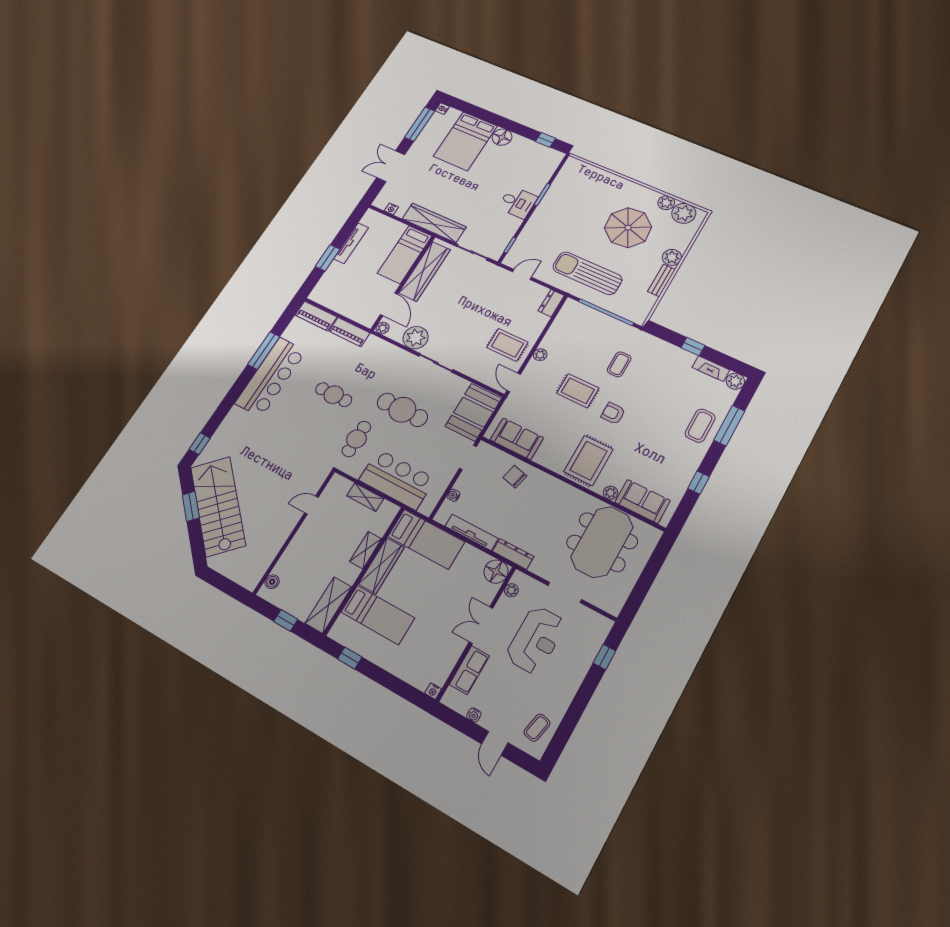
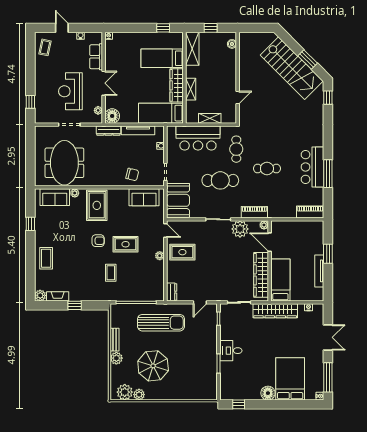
piano: (349, 332) -> (254, 212), moved
bar counter: (271, 377) -> (312, 167), width x0.73
window: (729, 426) -> (30, 266), removed

